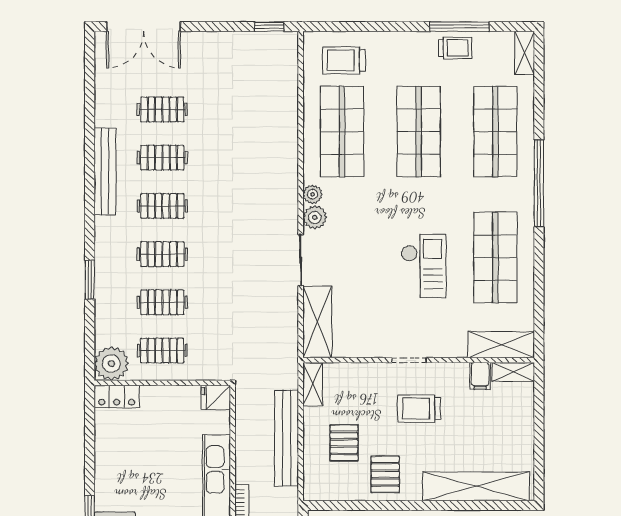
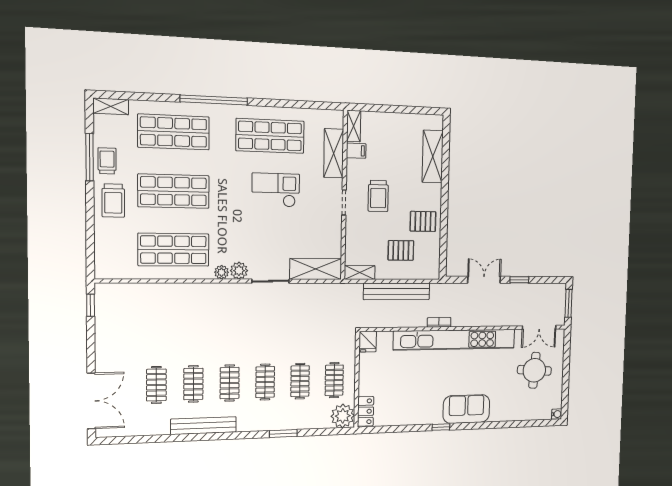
trolley: (344, 60) -> (113, 201), moved
shelving: (501, 345) -> (334, 153), moved
shelving: (476, 486) -> (433, 157), width x0.68

